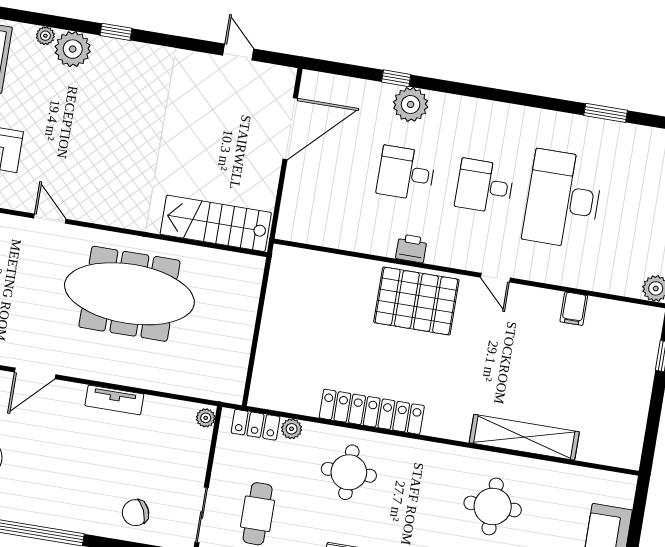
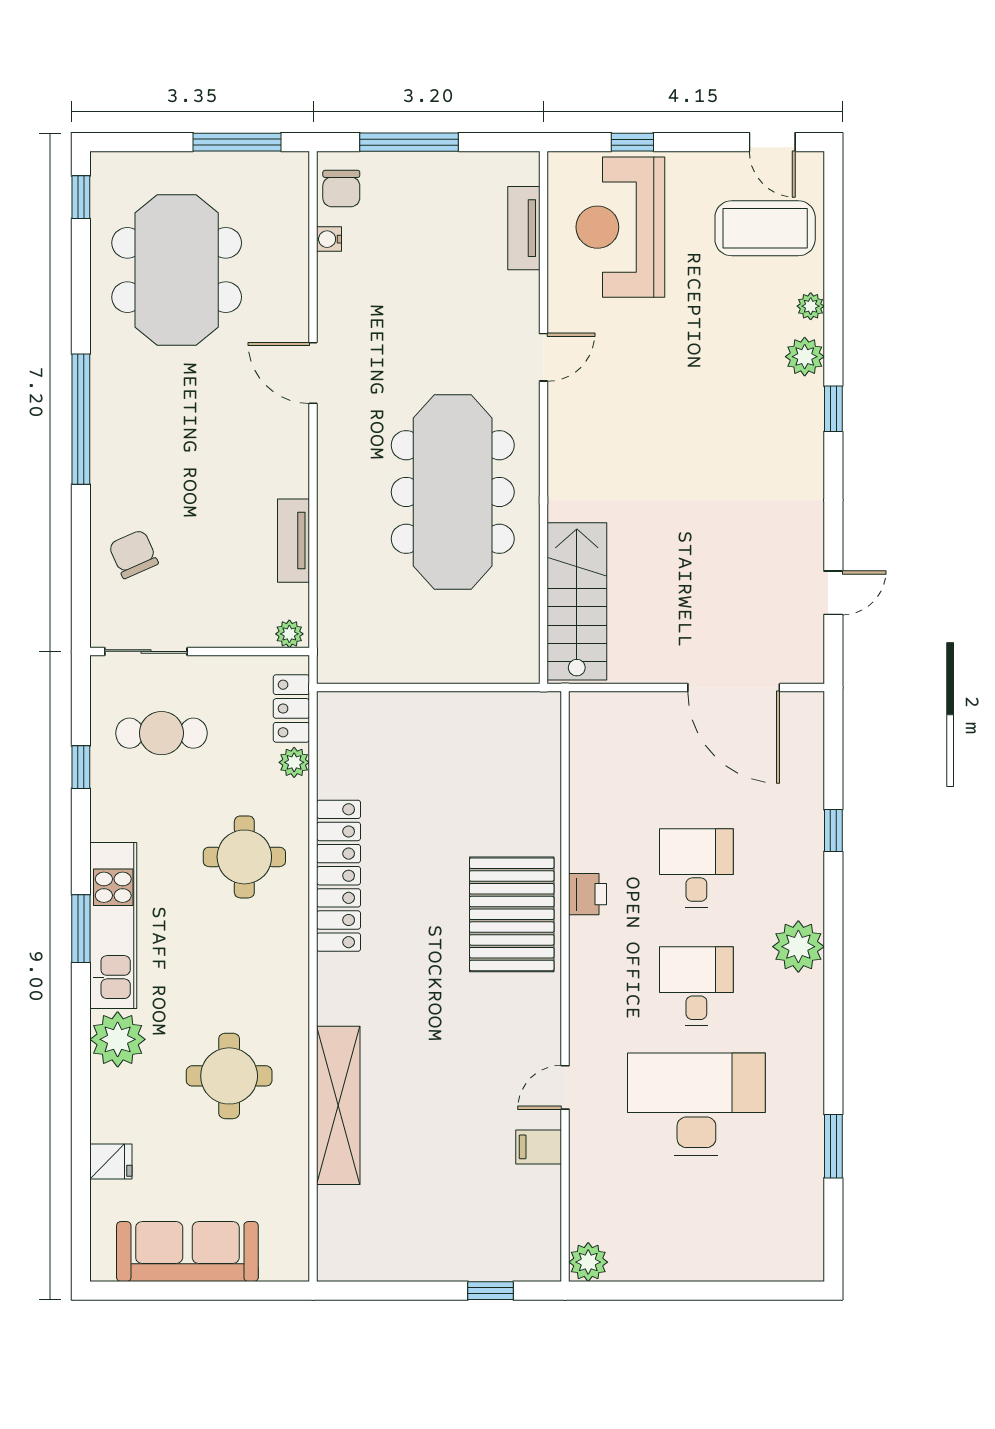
plant: (73, 49) -> (805, 357), width x0.73, depth x0.73
plant: (411, 104) -> (798, 947), moved
door: (495, 278) -> (565, 1087), moved
tv unit: (114, 400) -> (293, 541), moved

